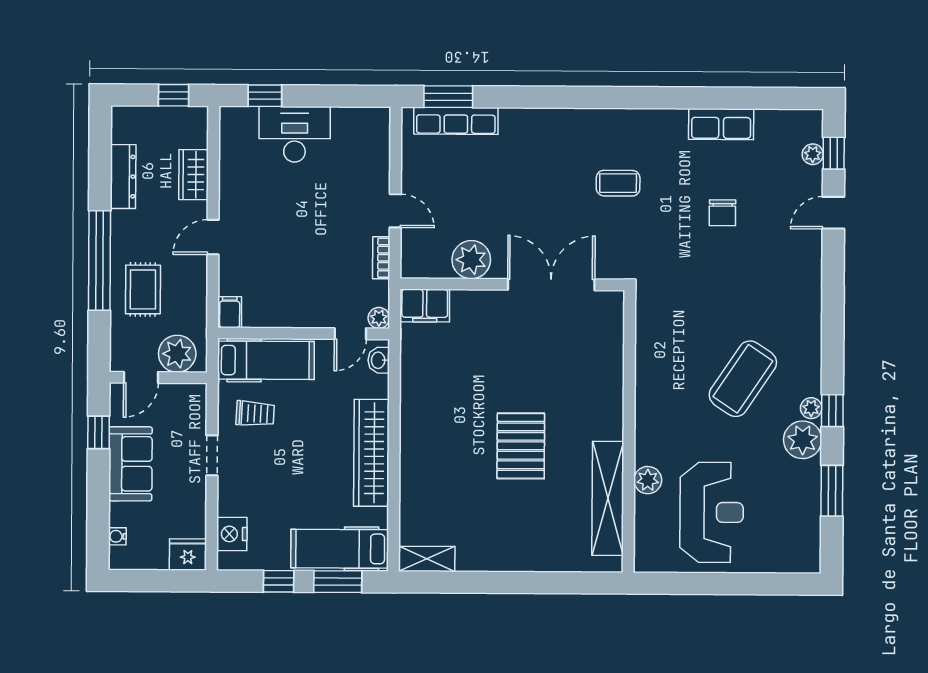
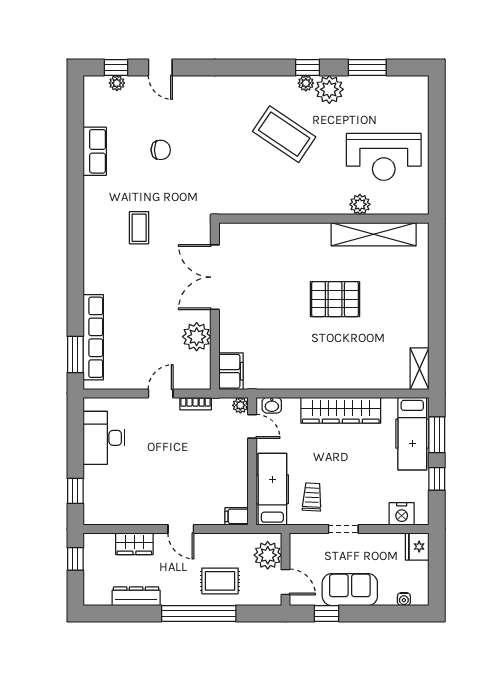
row of seats: (456, 121) -> (93, 337), width x1.36
desk: (295, 134) -> (104, 438), moved
reception desk: (712, 512) -> (384, 157), turned 180

